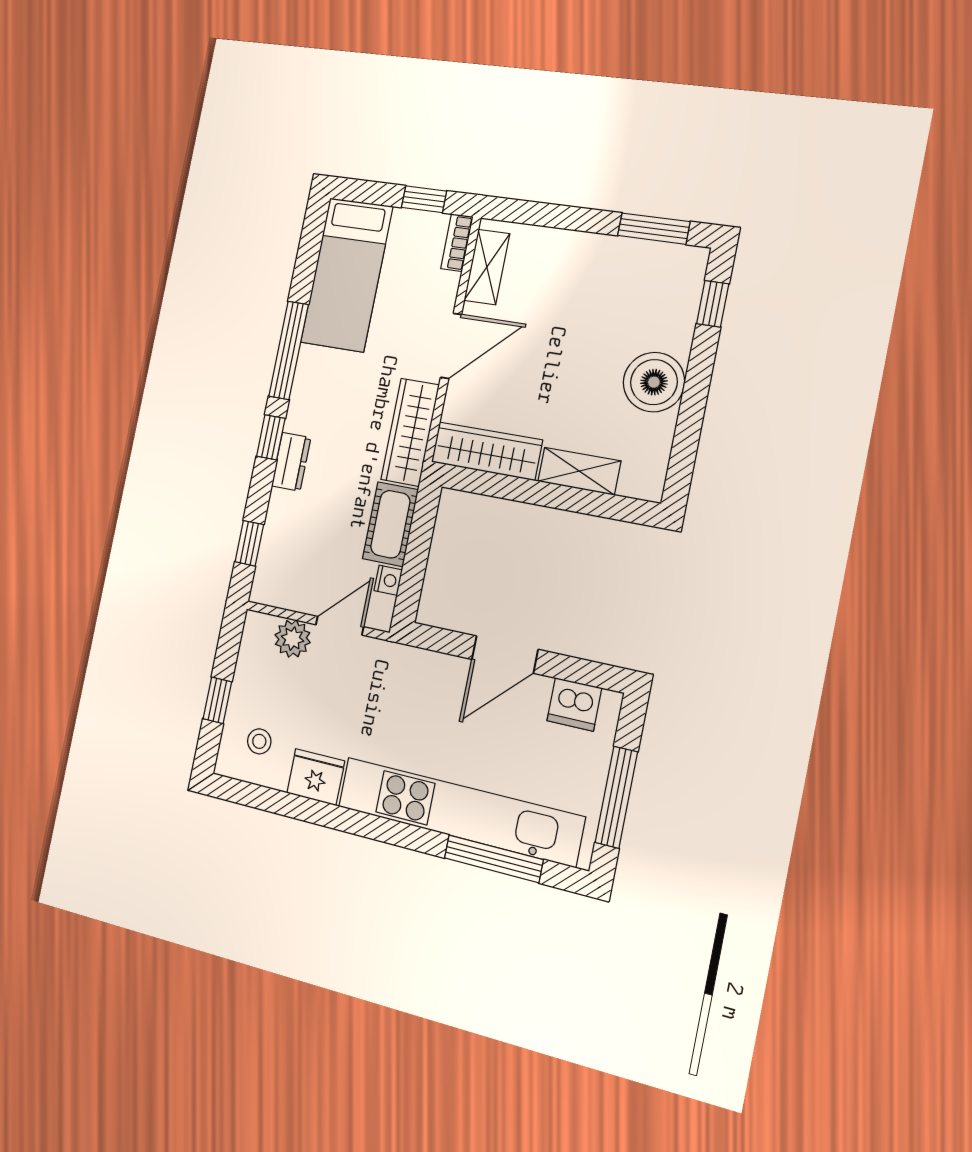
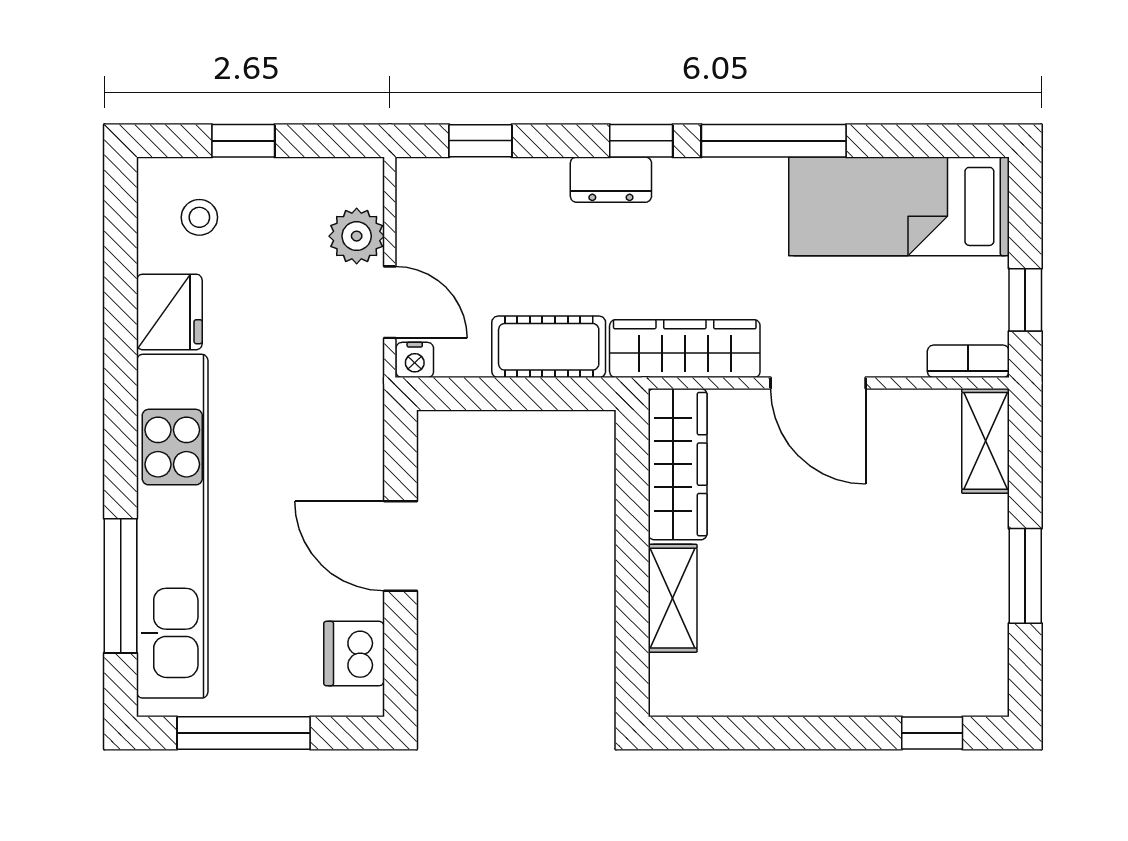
window: (654, 229) -> (1025, 576), moved
shelving: (487, 267) -> (985, 441), moved, turned 90
boiler: (654, 382) -> (812, 675), removed
nightstand: (388, 580) -> (415, 360), moved

